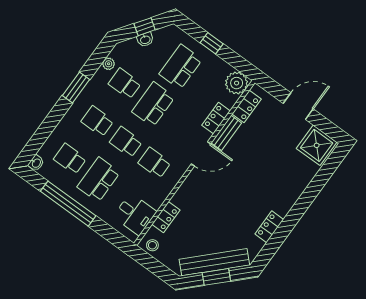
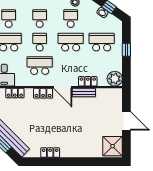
locker: (247, 106) -> (43, 93), moved
school desk: (154, 163) -> (40, 66), width x1.85

